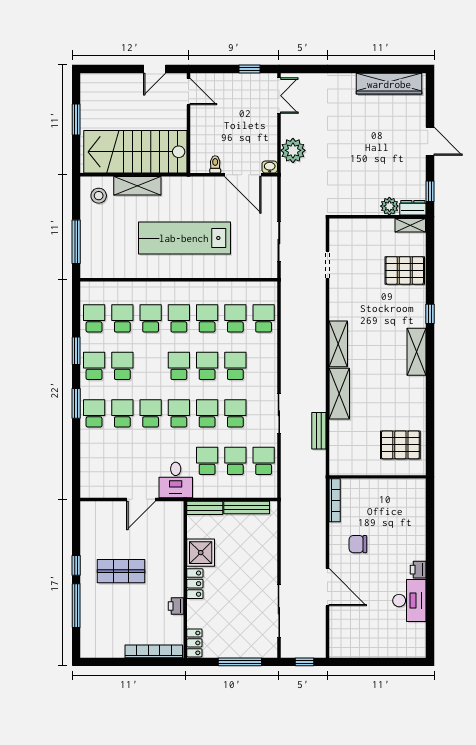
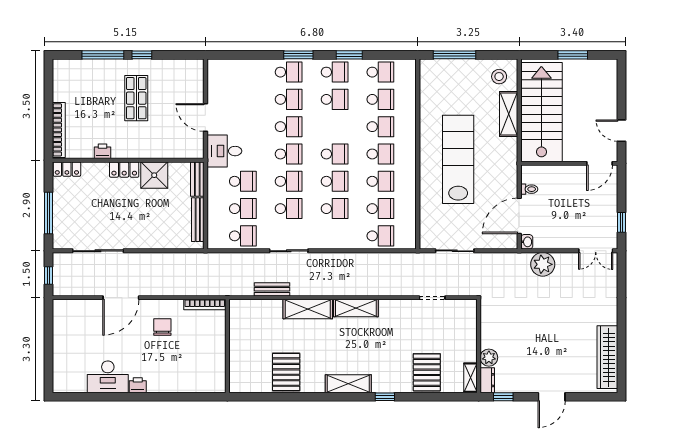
pallet: (400, 445) -> (286, 372), moved

